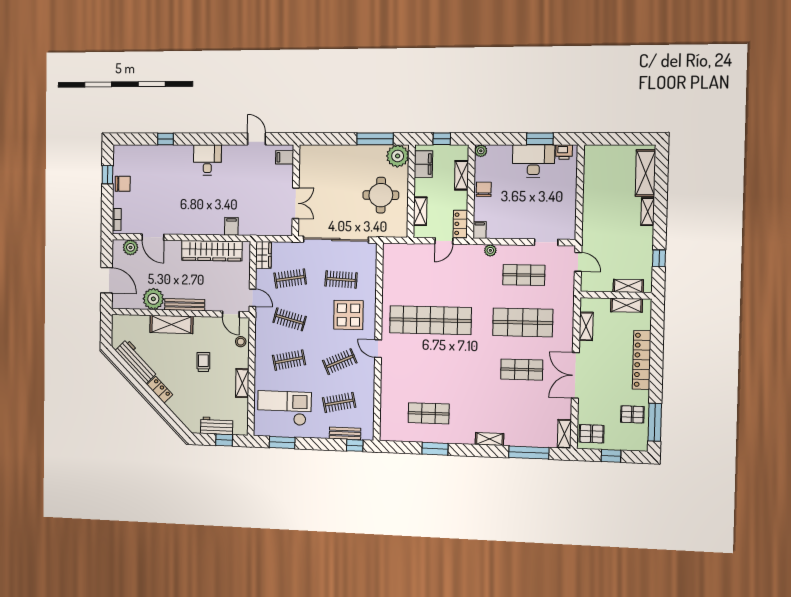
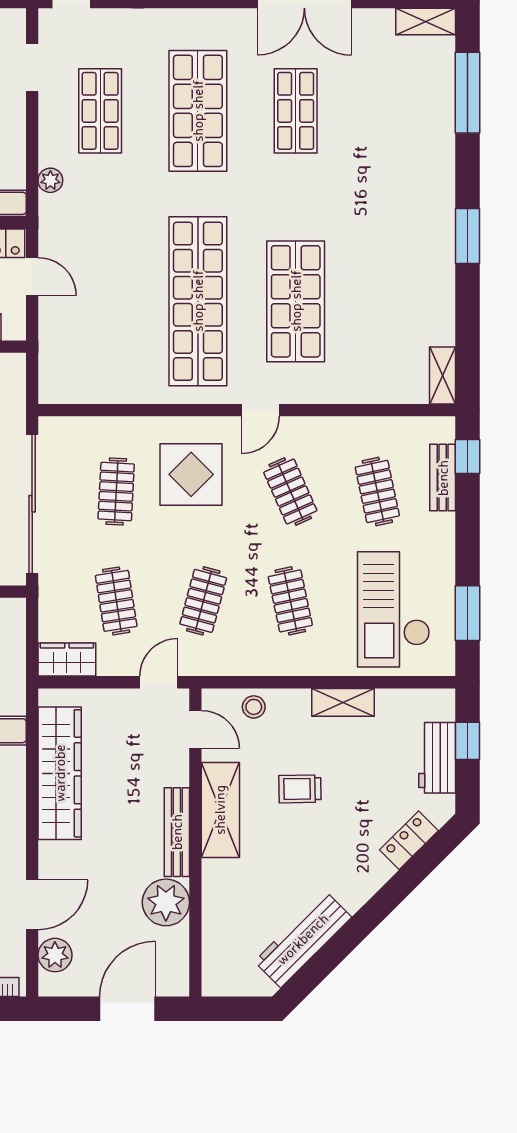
door: (231, 314) -> (195, 729), hinge flipped
shelving: (171, 324) -> (220, 810), moved
locker: (160, 390) -> (409, 840), moved
shop shelf: (429, 413) -> (296, 301), moved, width x1.43, depth x1.36
shelving: (490, 439) -> (442, 375), moved
window: (435, 449) -> (467, 236), moved

